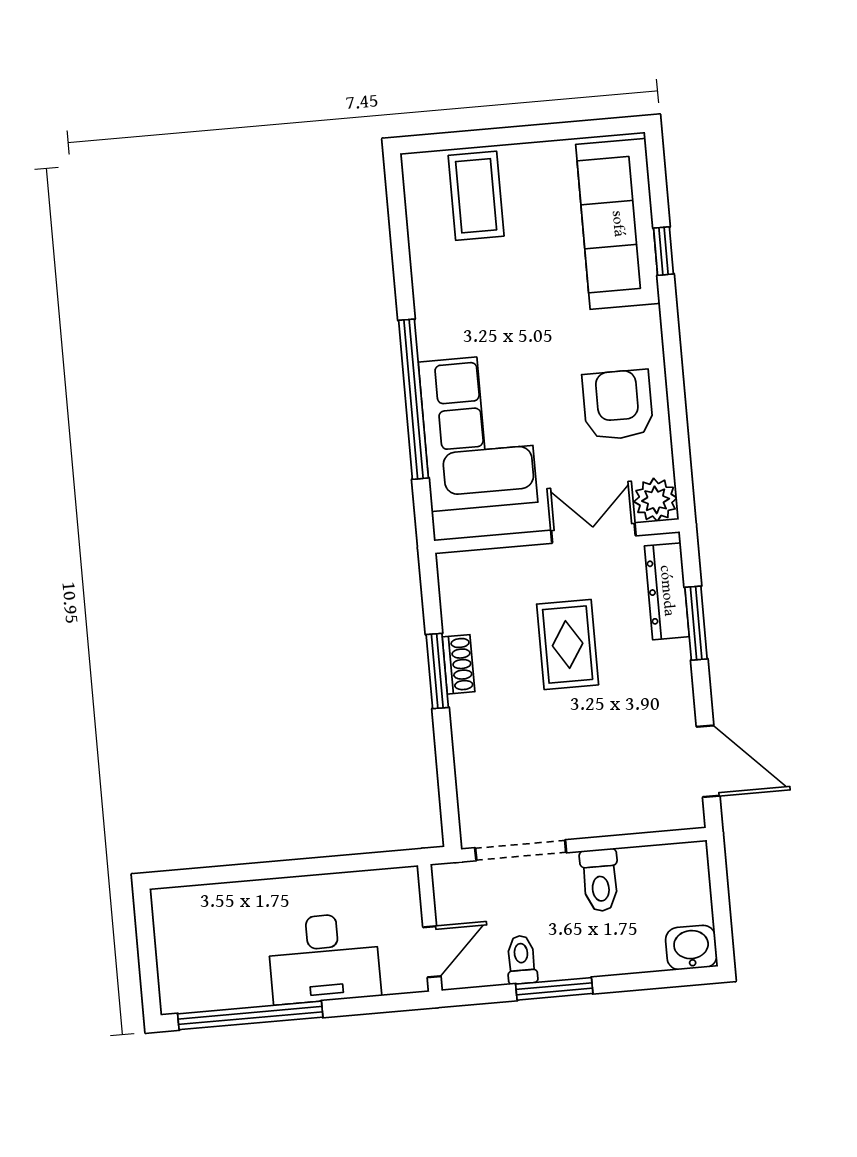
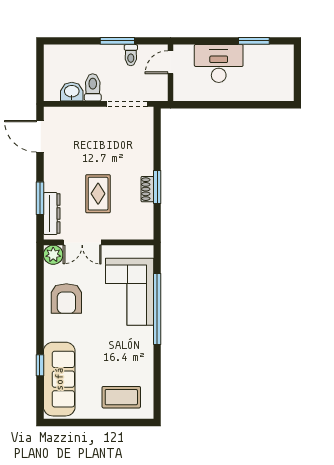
coffee table: (476, 196) -> (121, 397), turned 90
washbasin: (691, 948) -> (72, 92), moved, turned 180
window: (250, 1015) -> (254, 41), width x0.47

